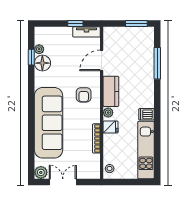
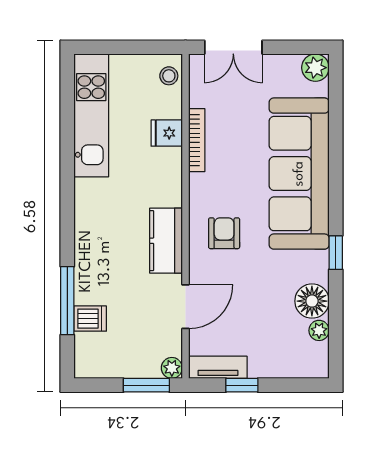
window: (136, 24) -> (146, 385), moved
window: (31, 57) -> (336, 253), moved
plant: (108, 113) -> (172, 368), moved
dishwasher: (146, 114) -> (90, 319), moved
fridge: (111, 127) -> (167, 133), moved
double door: (63, 182) -> (233, 47), moved

